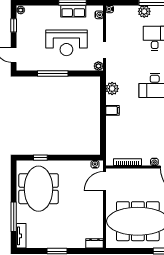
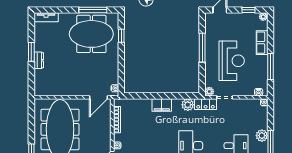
row of seats: (73, 11) -> (262, 43), moved
reception desk: (66, 43) -> (232, 61), turned 180
locker: (111, 70) -> (206, 104), added
filing cabinet: (112, 110) -> (162, 105), width x2.00
door: (104, 181) -> (99, 97), swing flipped
window: (14, 217) -> (93, 10), moved
dresser: (94, 243) -> (39, 60), moved

